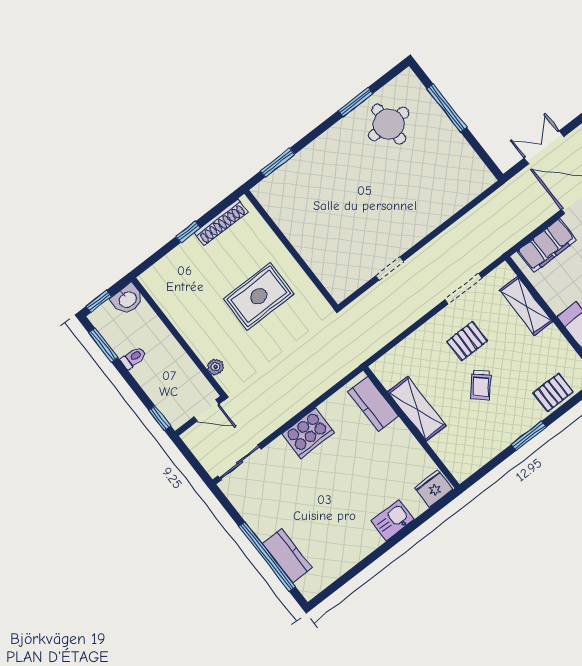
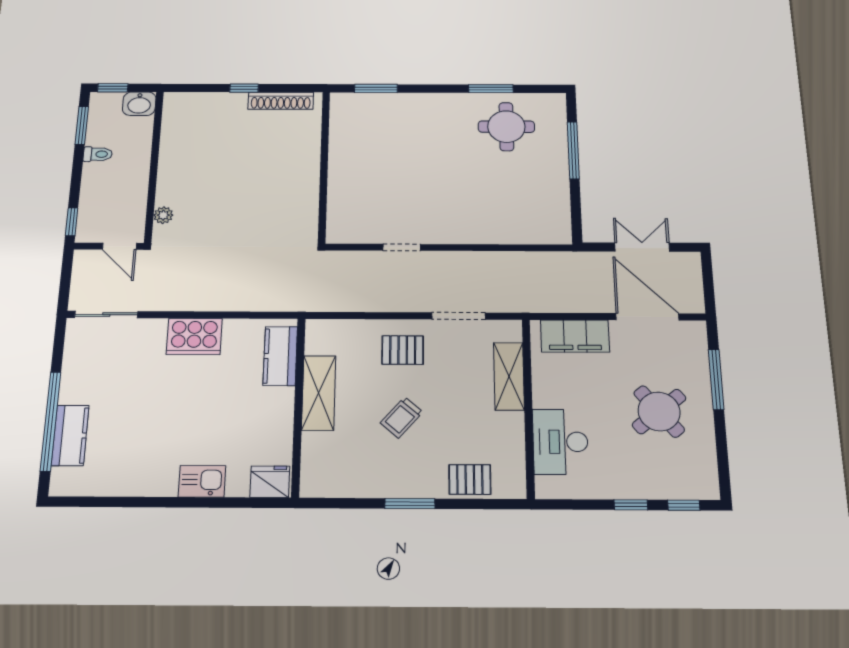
rug: (259, 296) -> (258, 184), removed
pallet: (467, 341) -> (403, 350), moved

